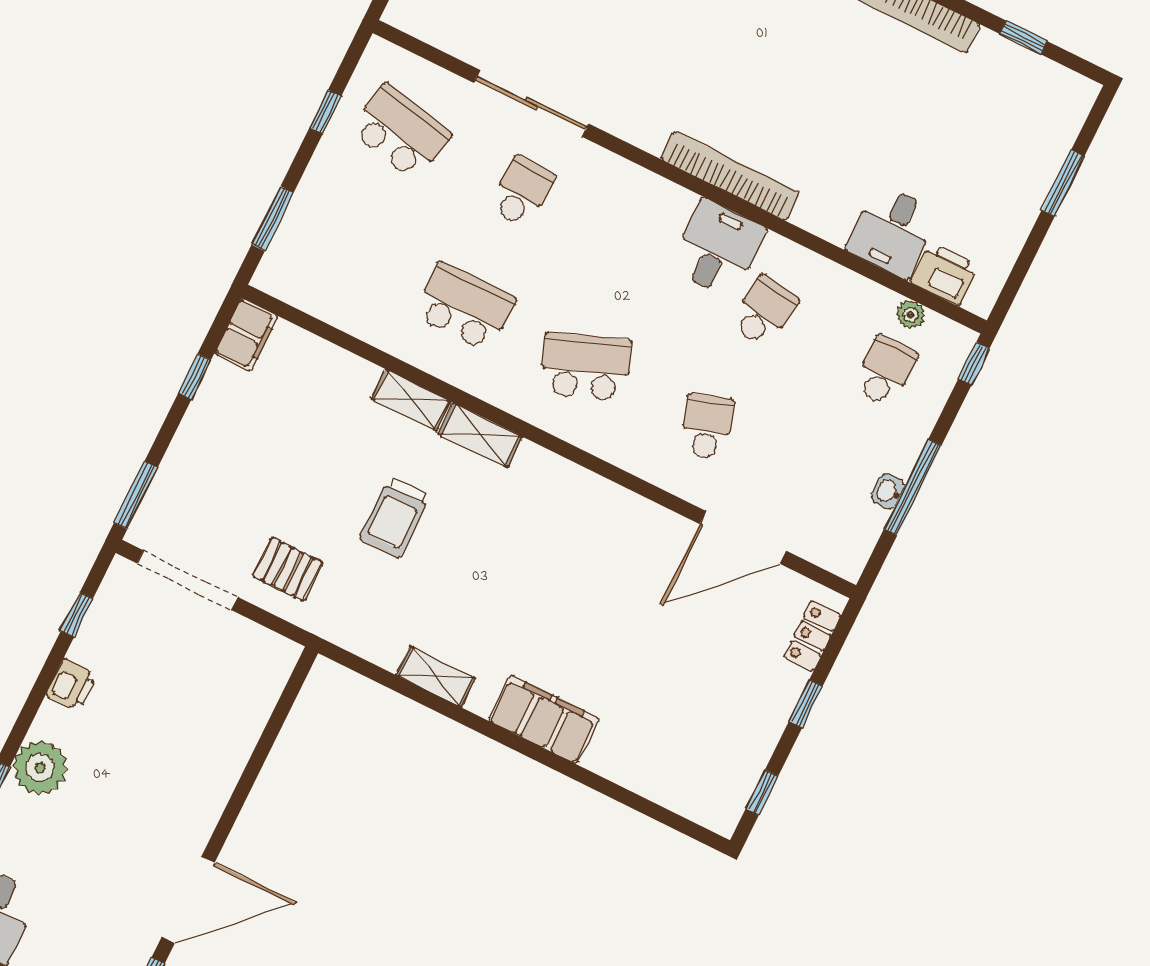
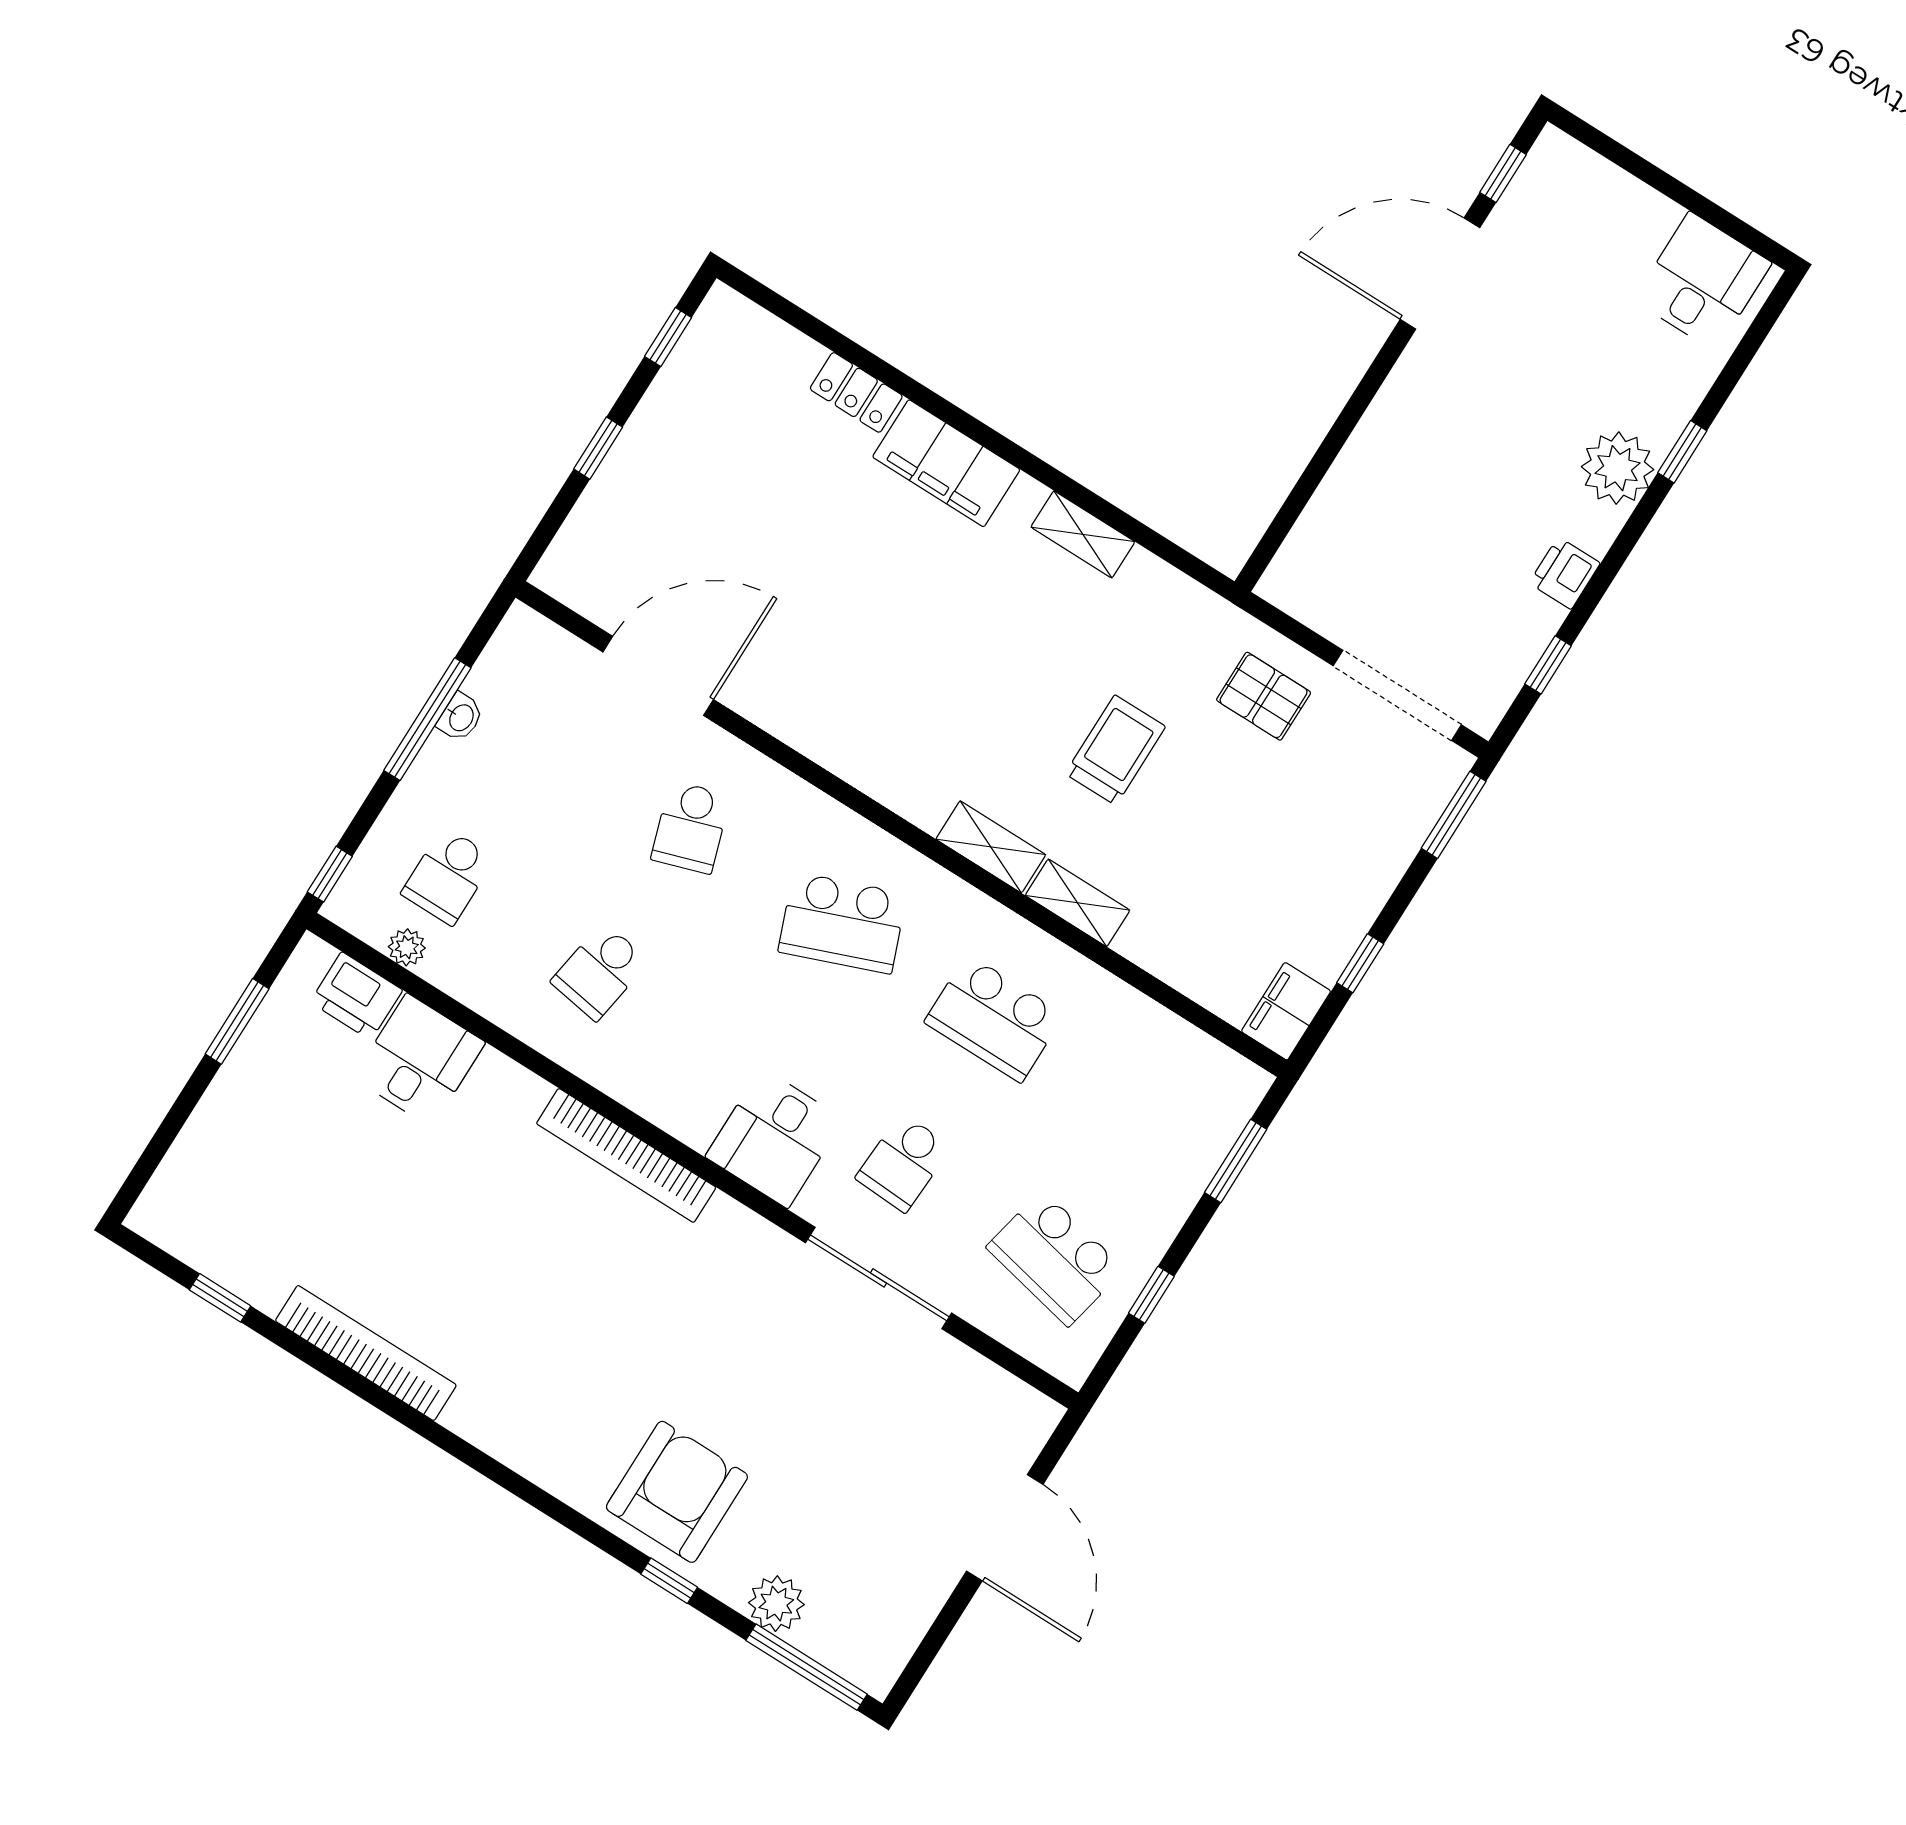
window: (1063, 183) -> (237, 1021), moved
desk: (718, 248) -> (775, 1138), moved
locker: (812, 636) -> (856, 392), moved, turned 90

